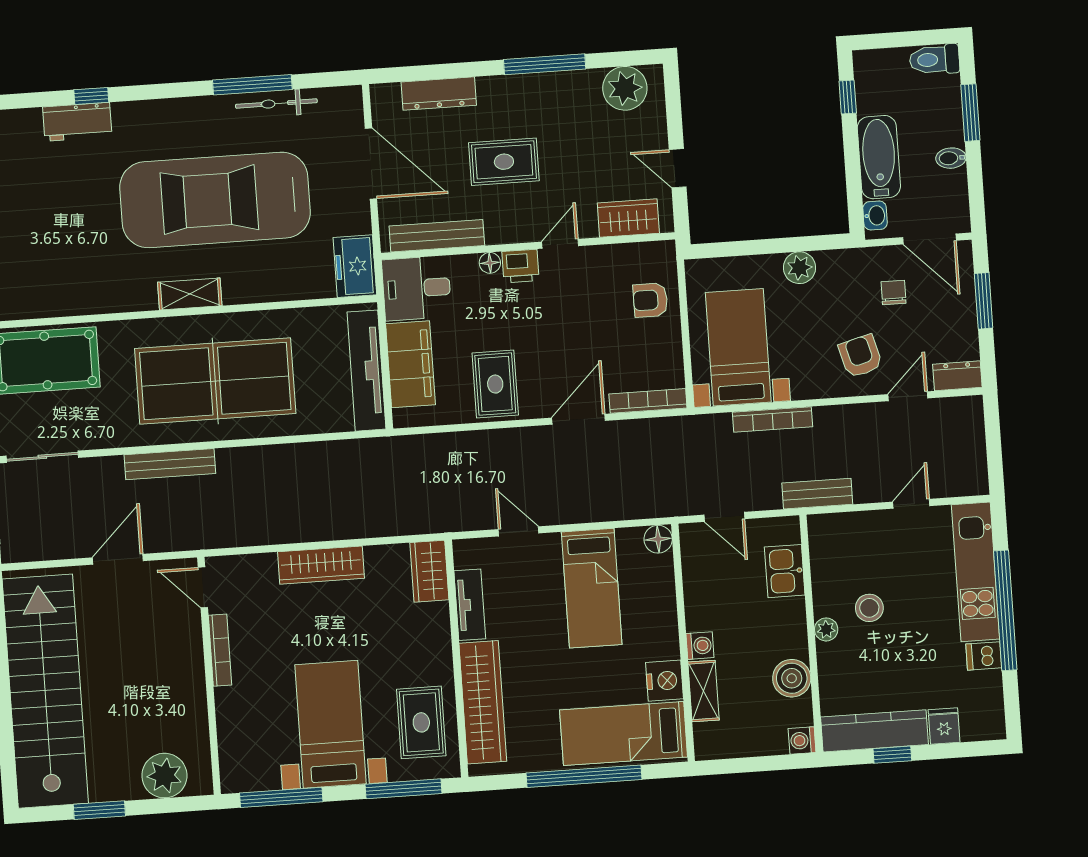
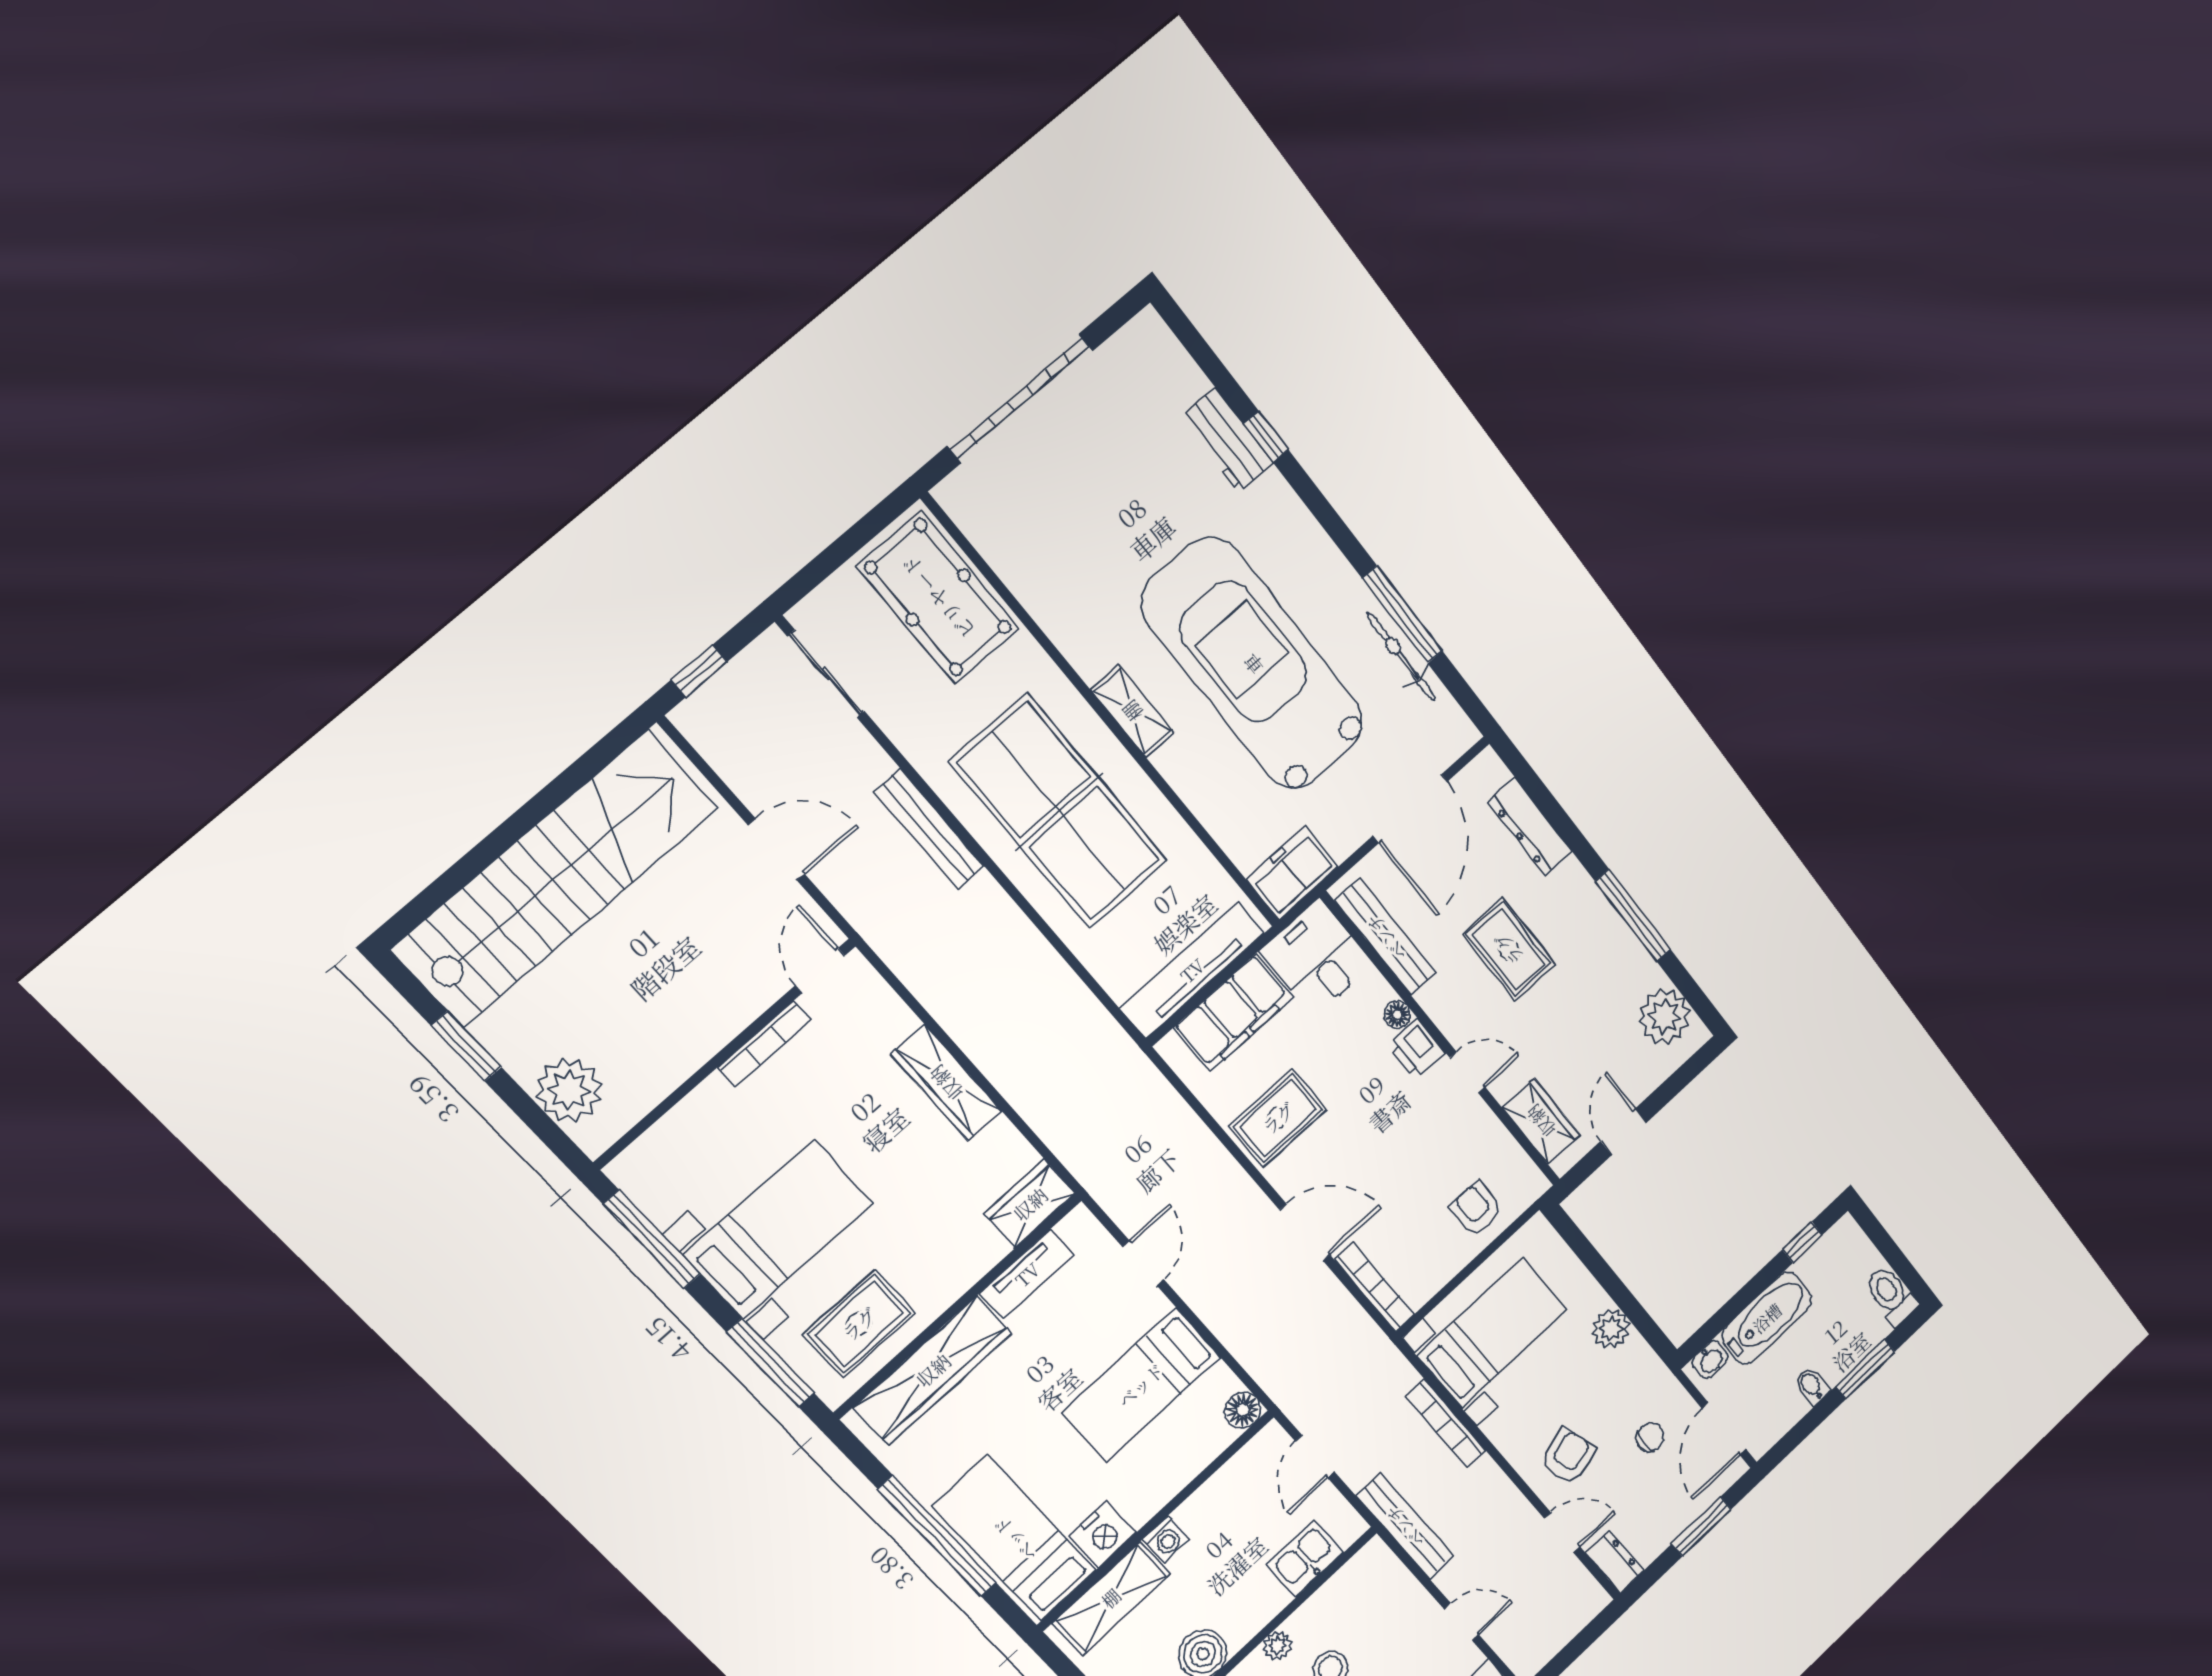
bench: (817, 494) -> (1405, 1526), width x1.36
shelving: (704, 691) -> (1111, 1598), width x1.50, depth x1.33

